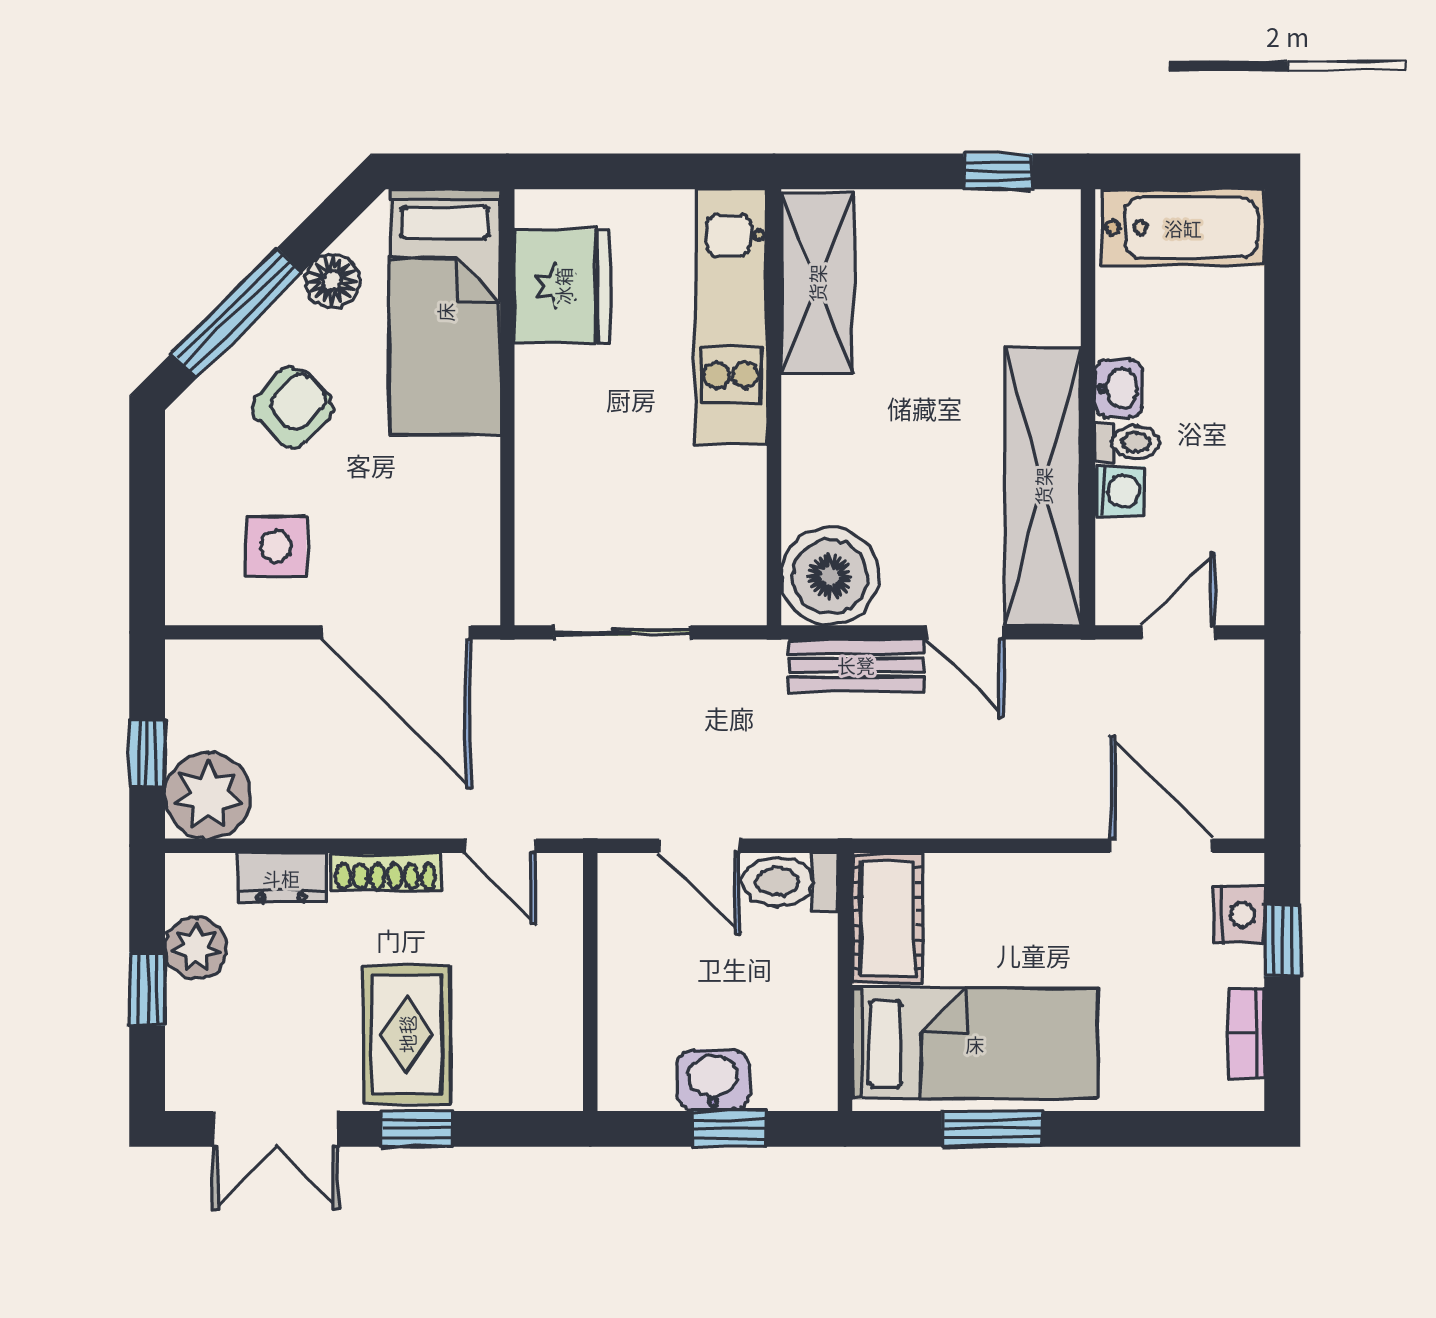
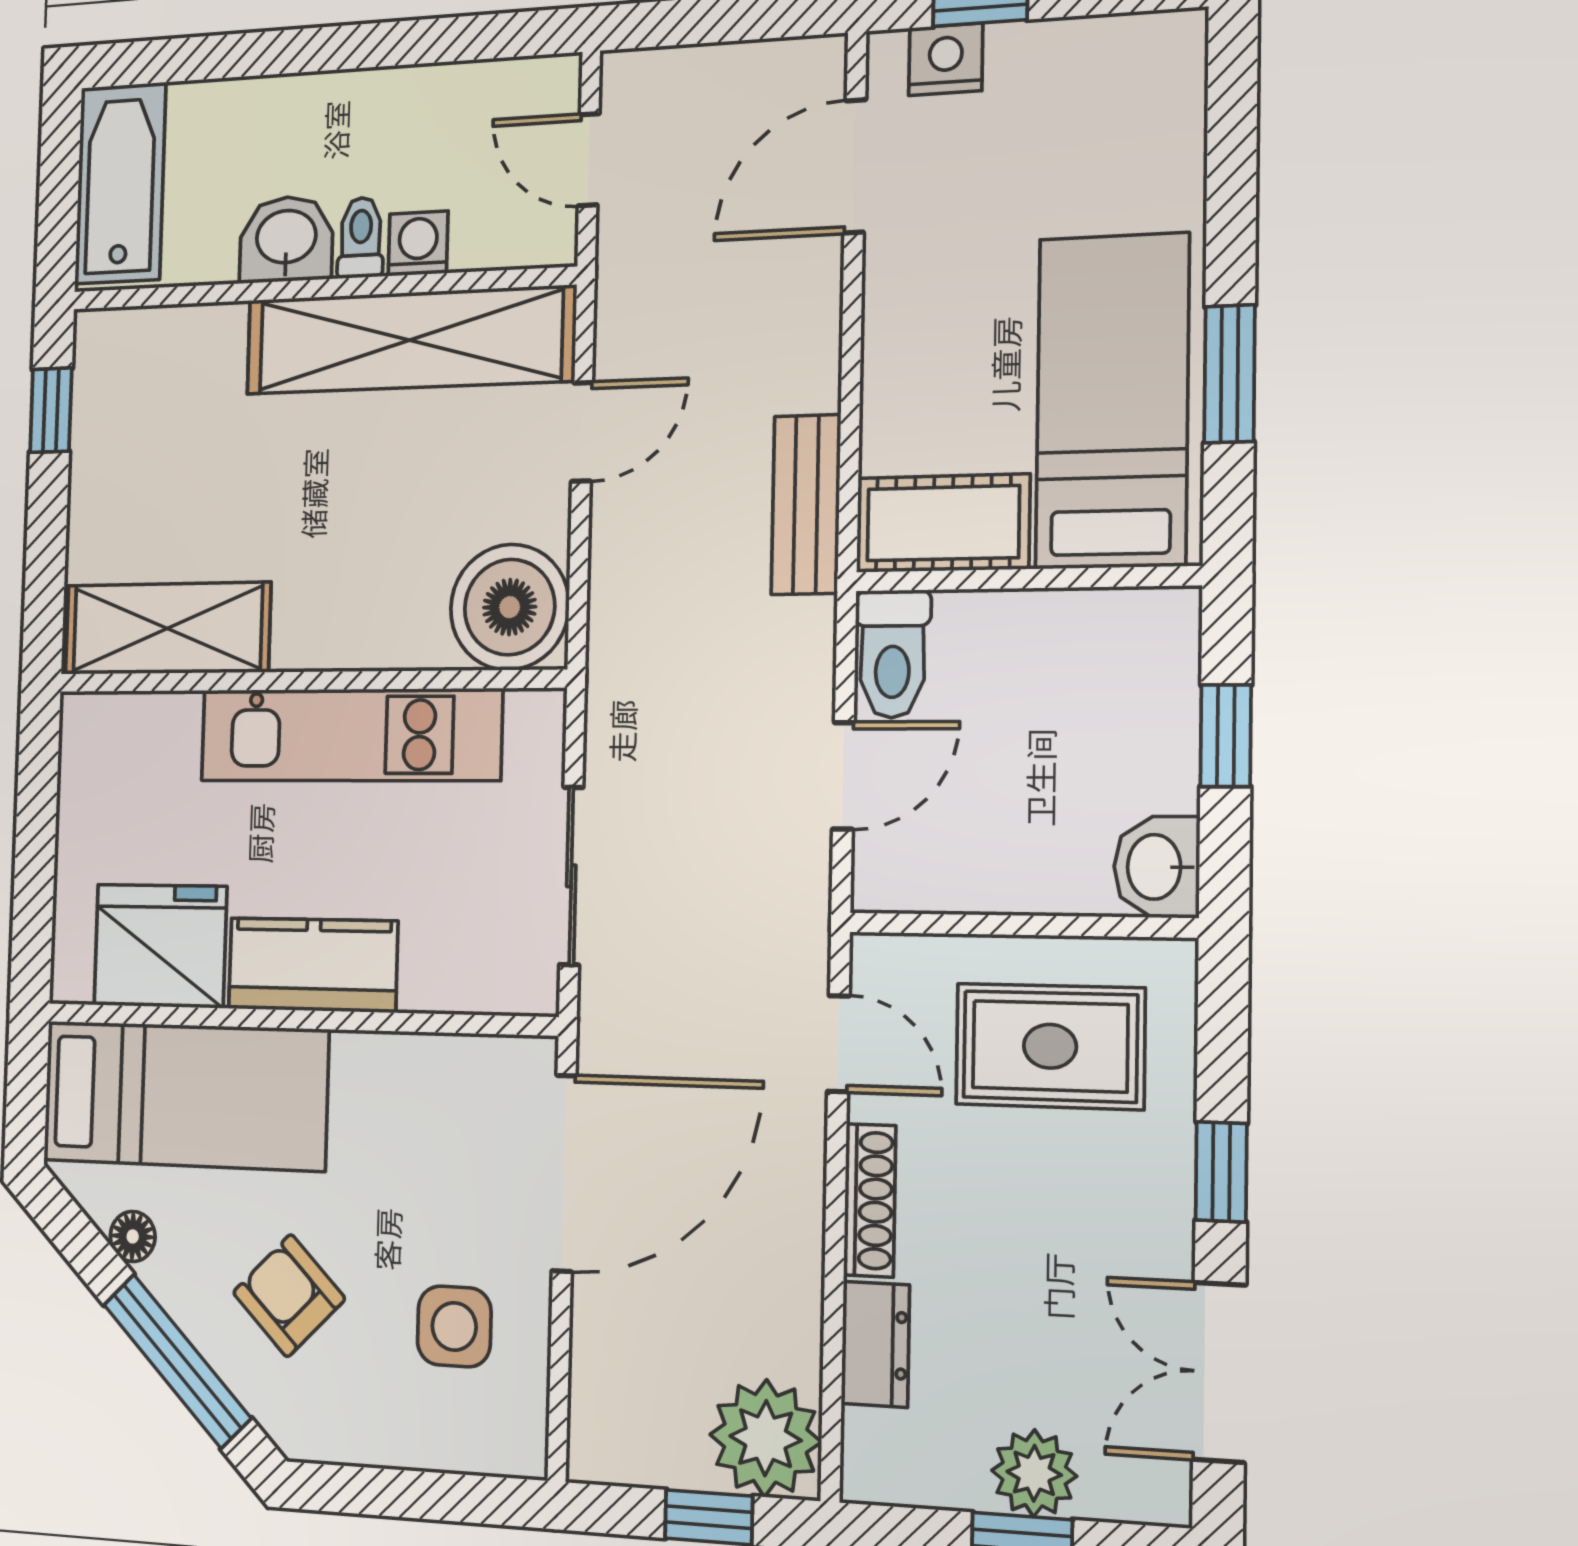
floor lamp: (332, 281) -> (133, 1236), width x0.73, depth x0.73
kitchen unit: (731, 317) -> (350, 735), moved
washbasin: (1119, 388) -> (286, 239), width x1.38, depth x1.45
kitchen counter: (550, 419) -> (313, 965), added
bench: (856, 665) -> (806, 505), moved
door: (500, 846) -> (838, 1044), hinge flipped
plant: (196, 948) -> (1034, 1473), moved
bookcase: (1246, 1033) -> (1103, 38), removed
rug: (407, 1034) -> (1050, 1046), moved
washbasin: (713, 1080) -> (1157, 867), moved
double door: (276, 1129) -> (1219, 1372), swing flipped

